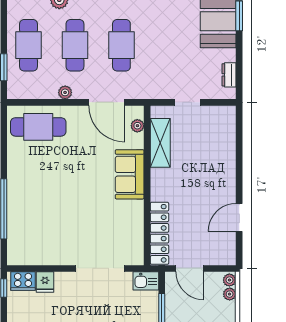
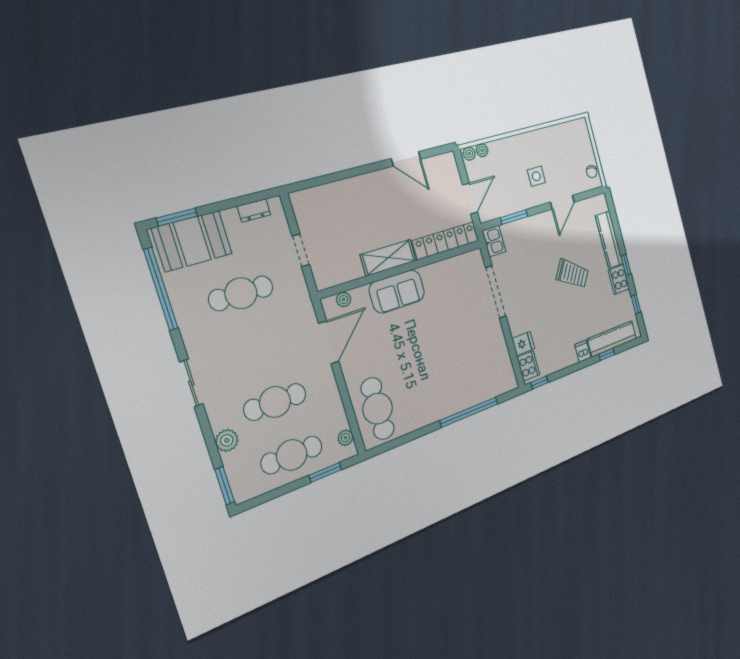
cafe table: (121, 45) -> (241, 293), moved
plant: (65, 92) -> (345, 438), moved
shelving: (160, 143) -> (388, 258), moved

